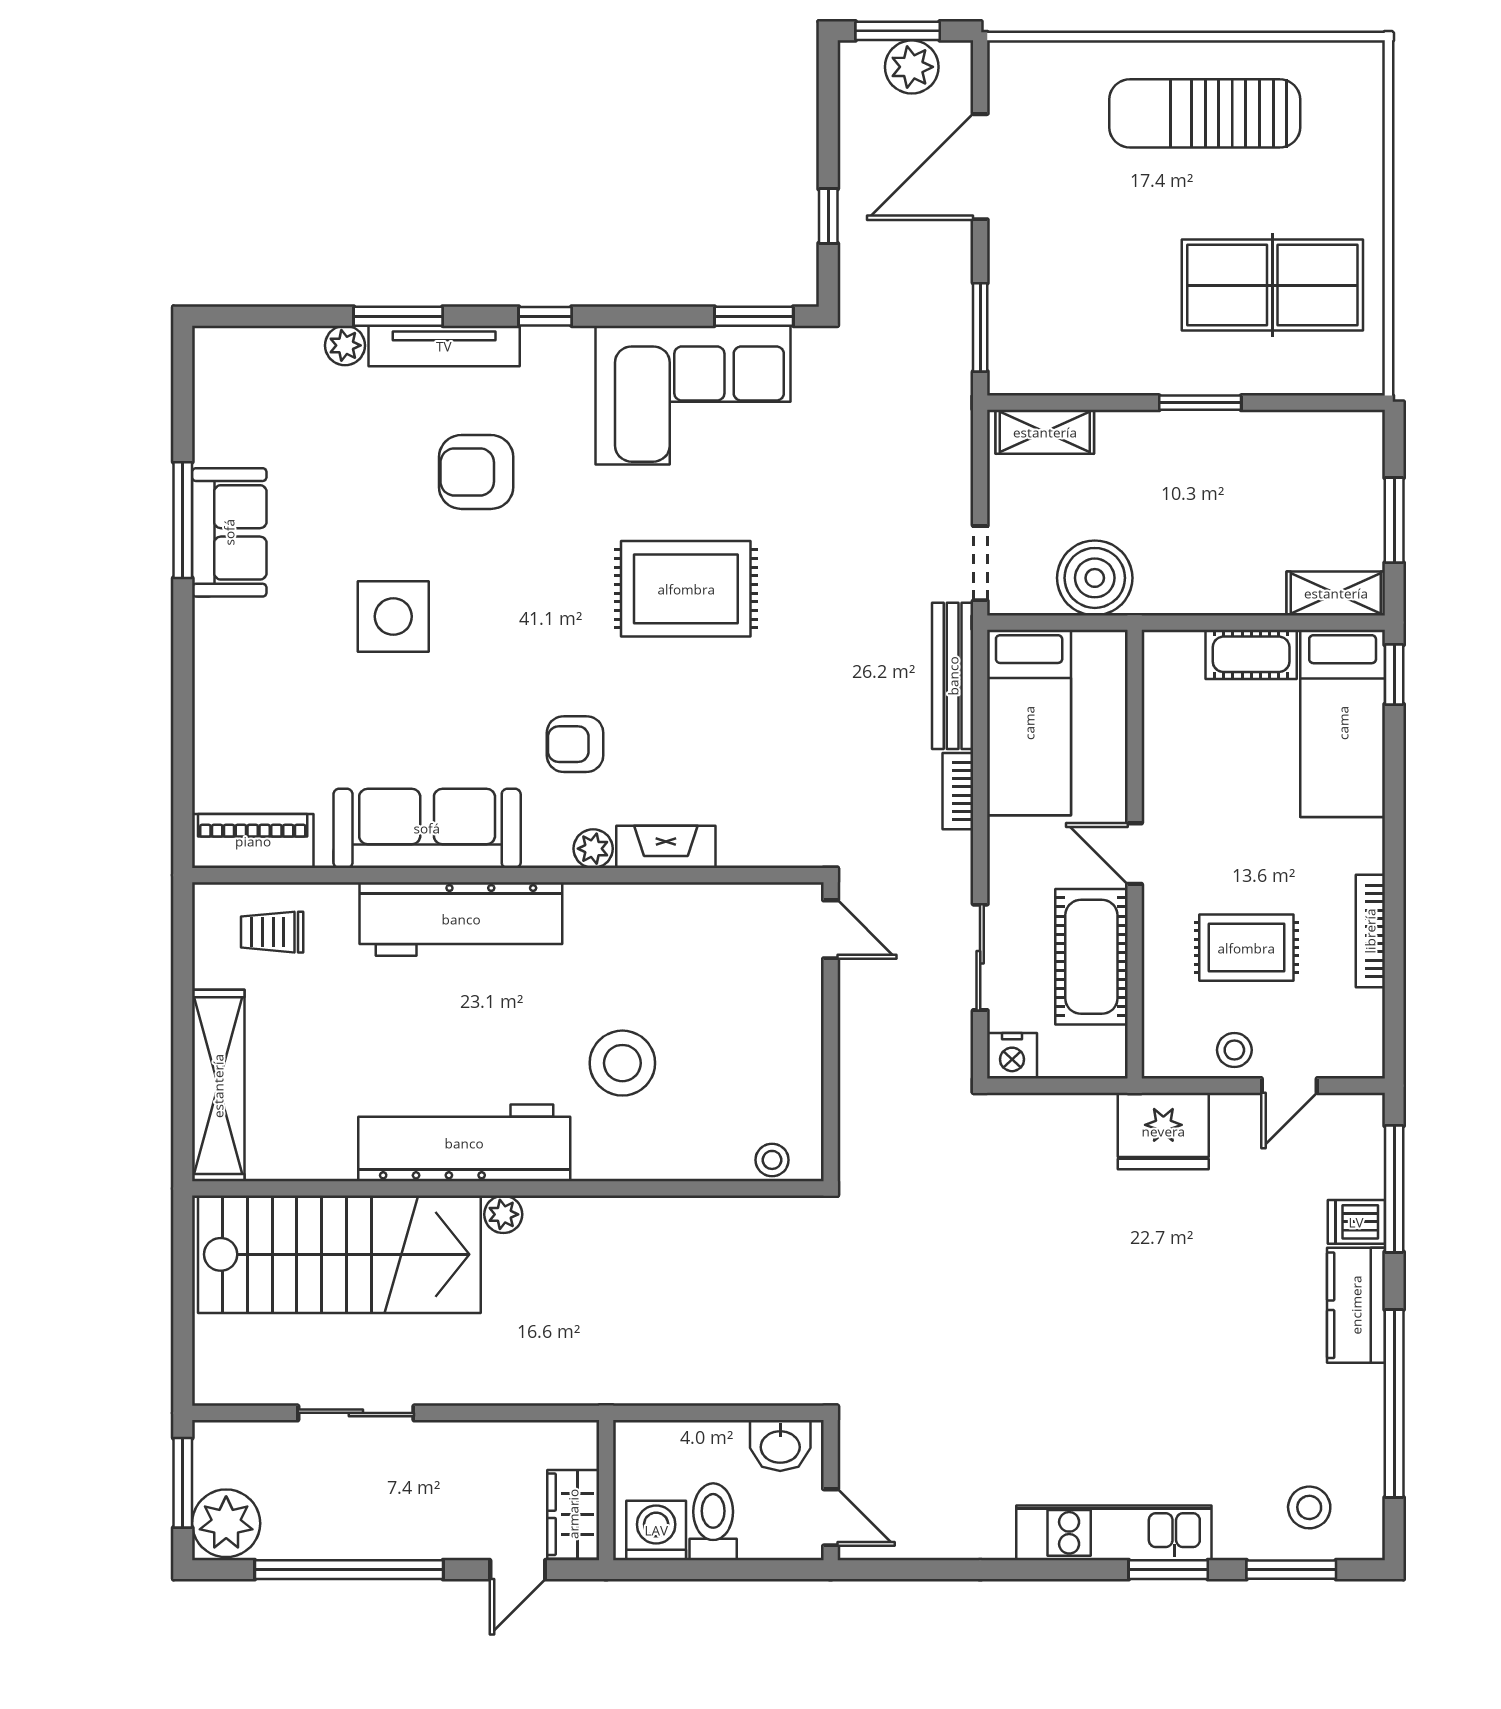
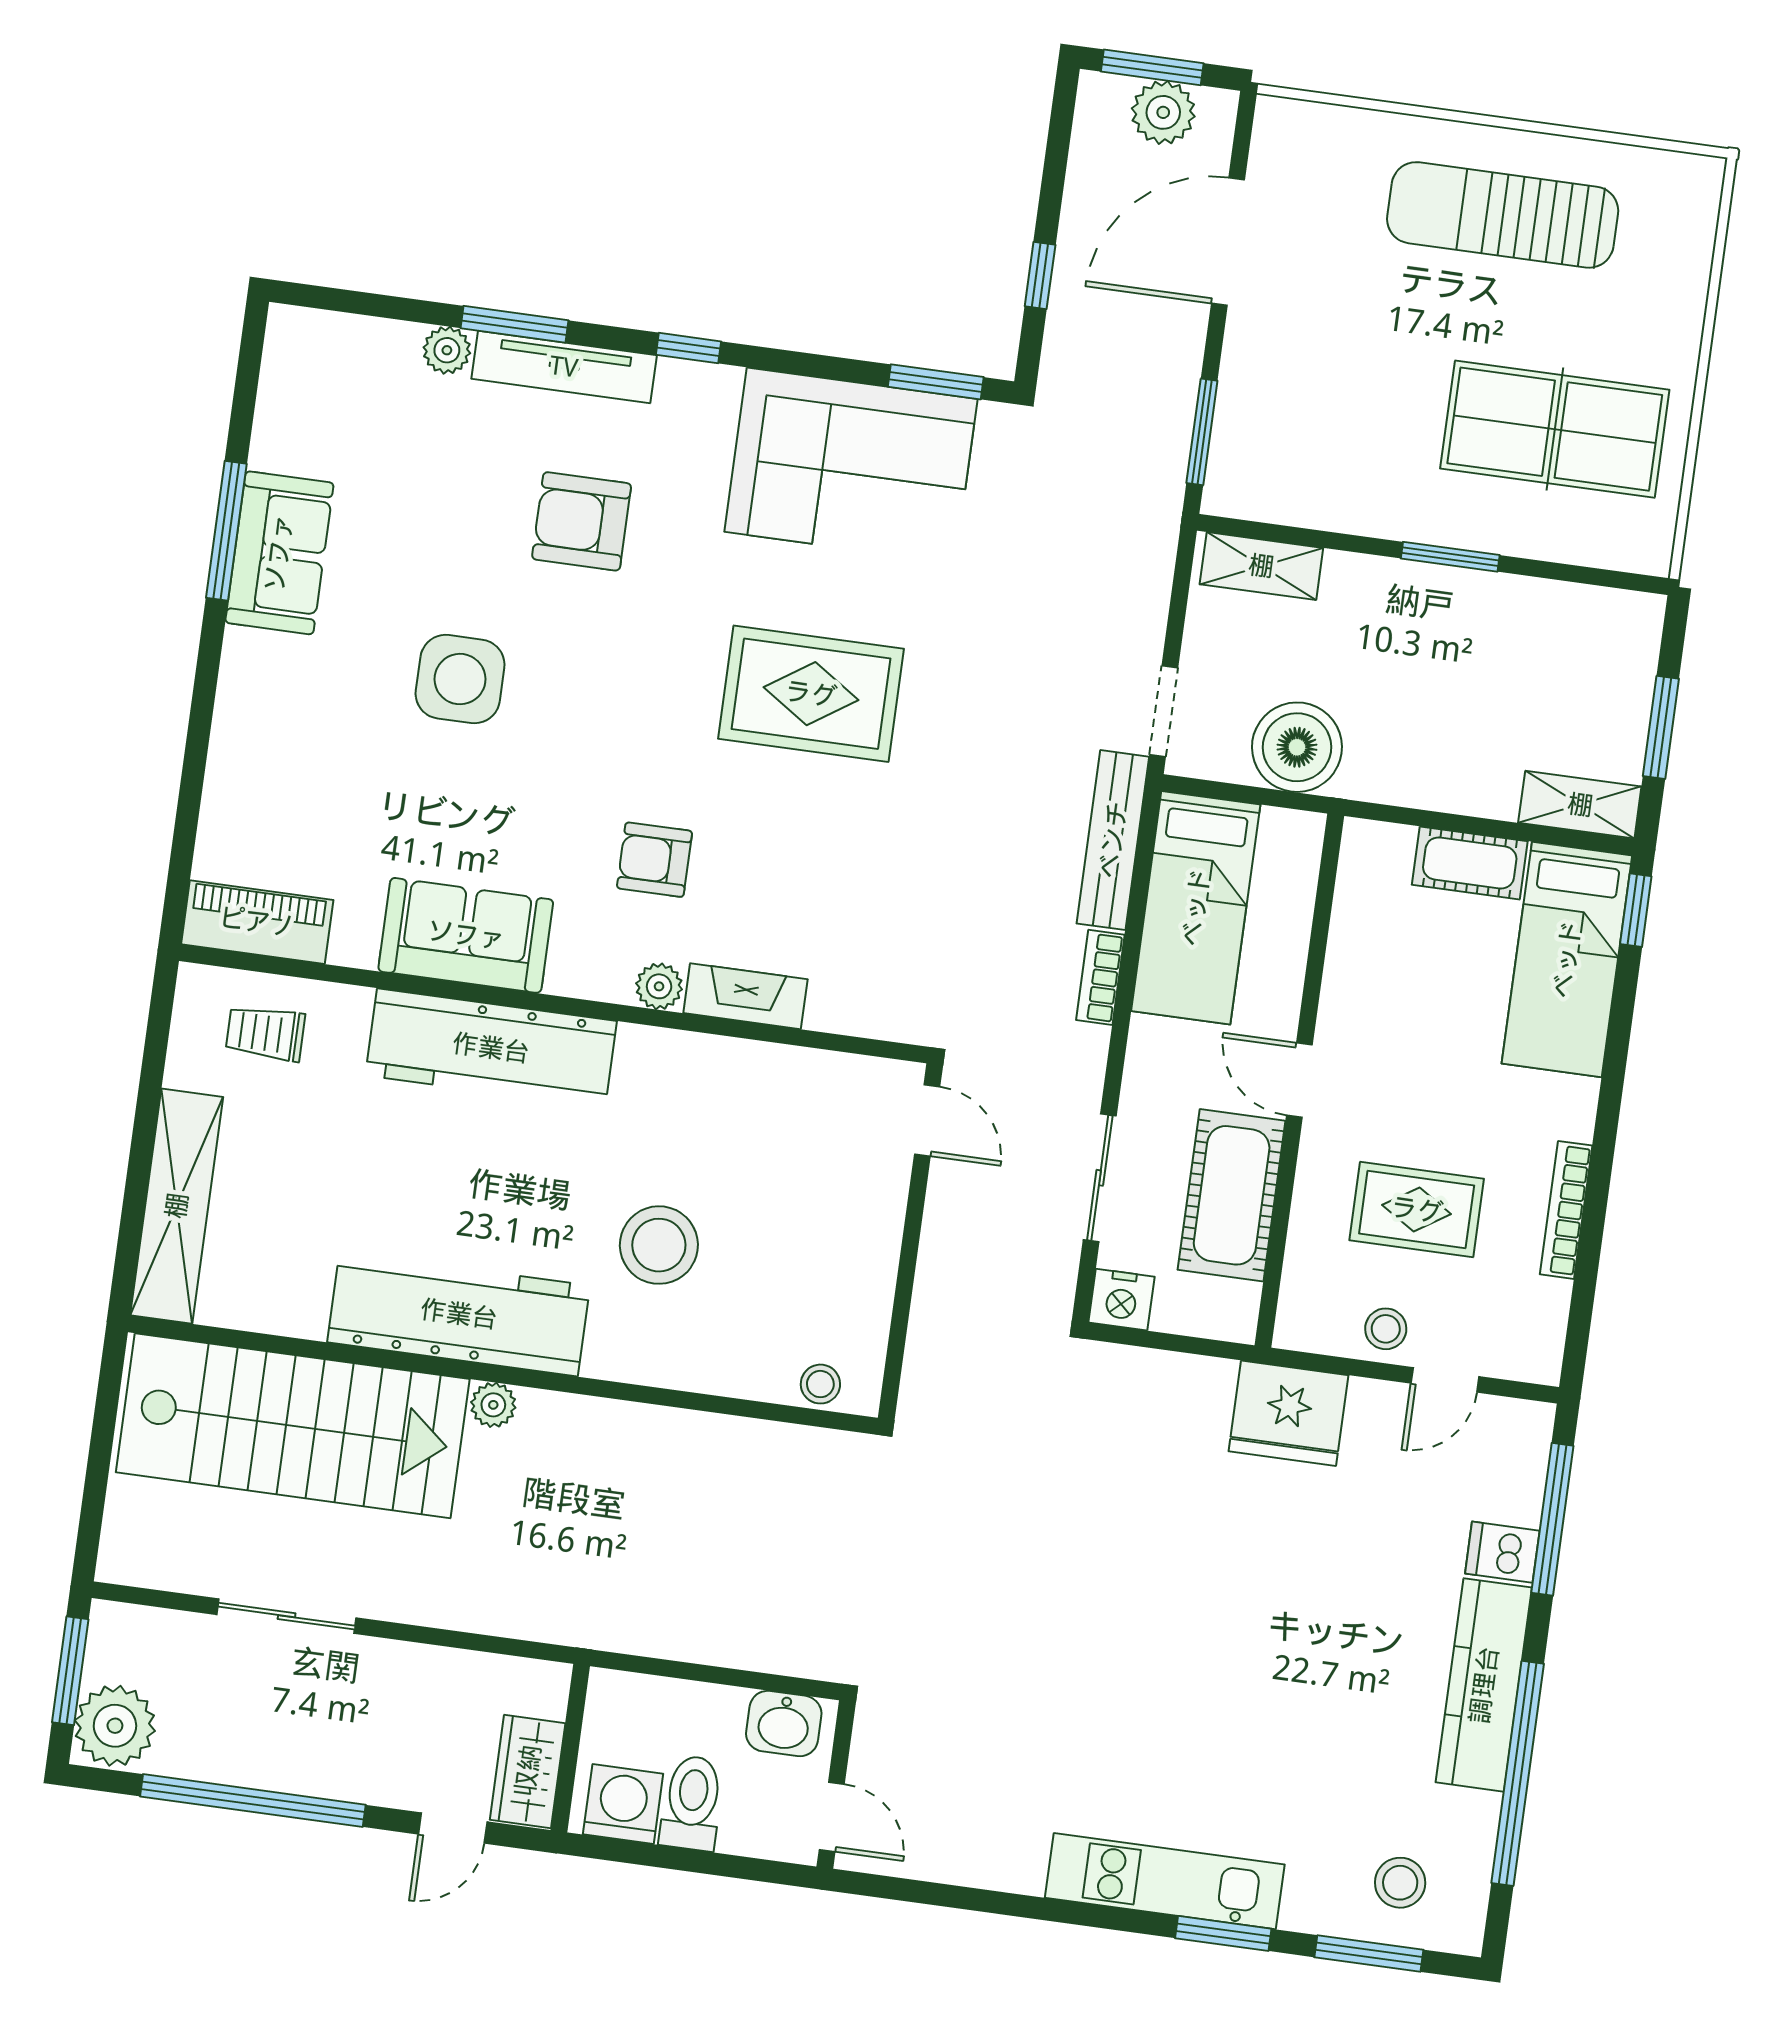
sofa: (427, 828) -> (466, 935), width x0.73
kitchen counter: (1356, 1305) -> (1484, 1685), width x1.50

